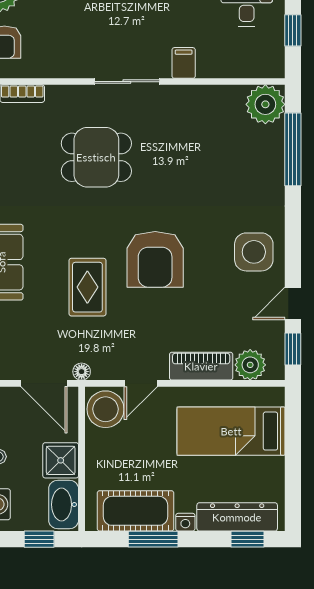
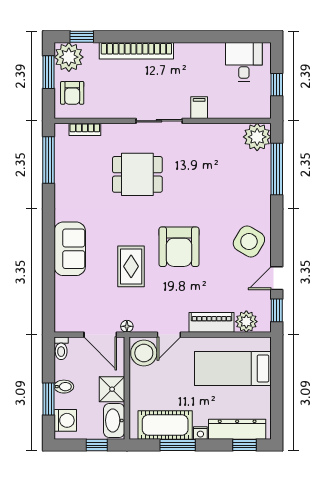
side table: (254, 252) -> (249, 242), turned 31

